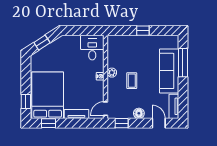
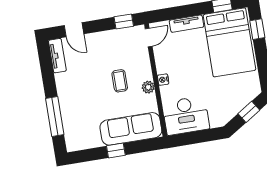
desk: (92, 48) -> (186, 116), width x1.37
sofa: (169, 71) -> (131, 129), moved, turned -90
floor lamp: (139, 113) -> (103, 38), removed

